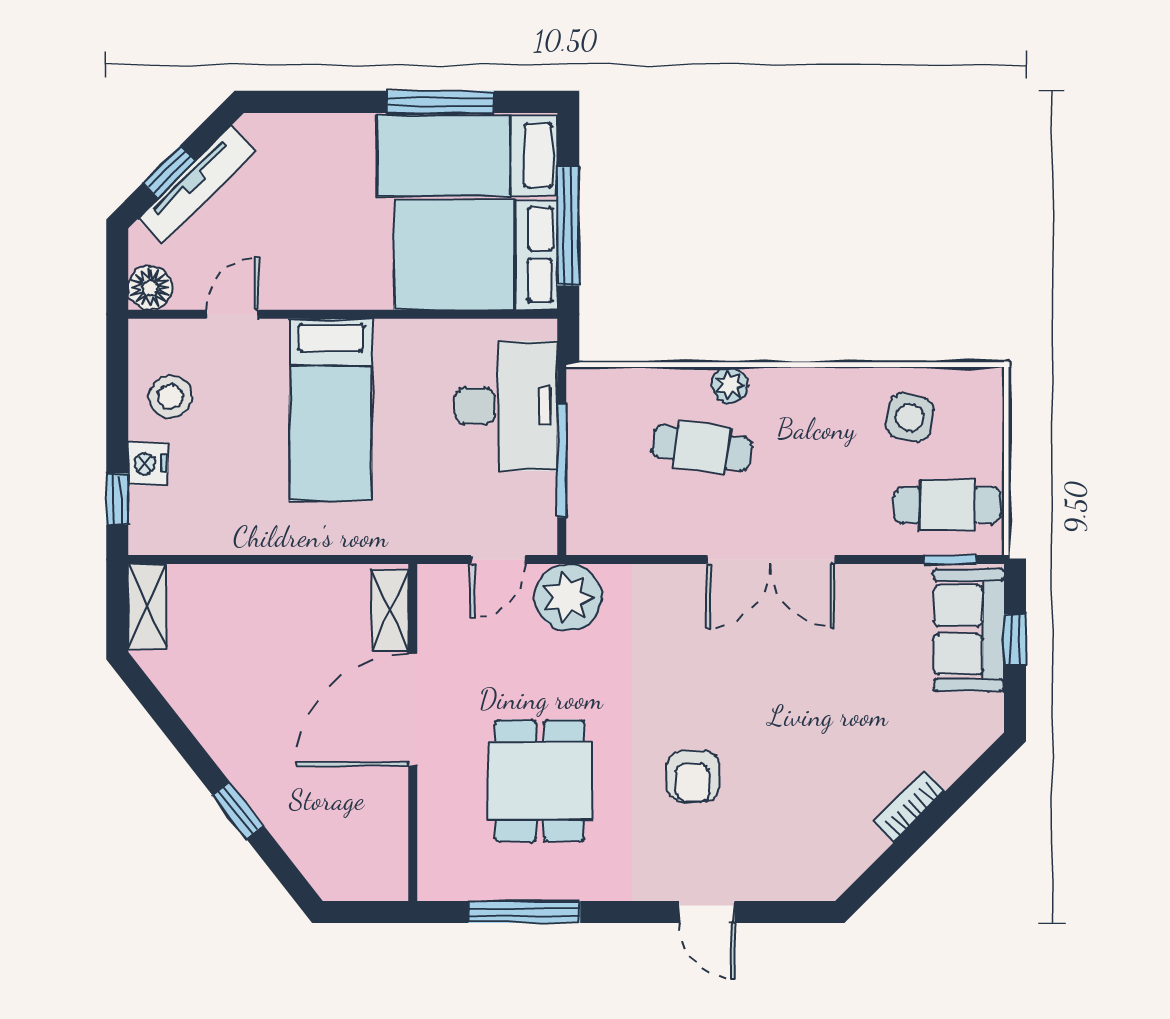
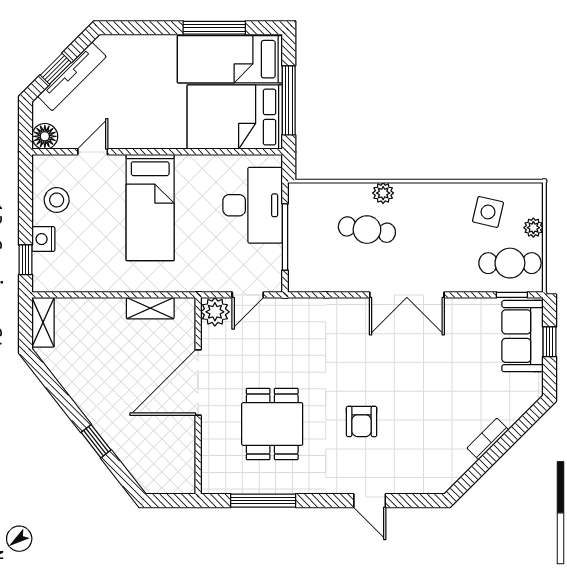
plant: (987, 444) -> (533, 228), added
plant: (568, 597) -> (215, 312), moved, width x0.73, depth x0.73
shelving: (390, 610) -> (150, 308), moved, turned 90

